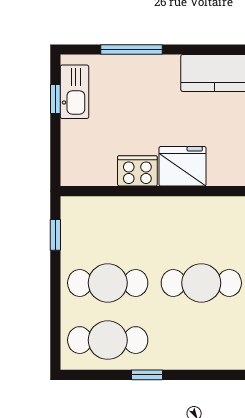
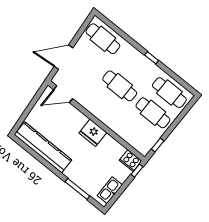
window: (55, 99) -> (137, 171), moved
cooker: (137, 171) -> (131, 161), moved
window: (147, 375) -> (152, 58), moved

